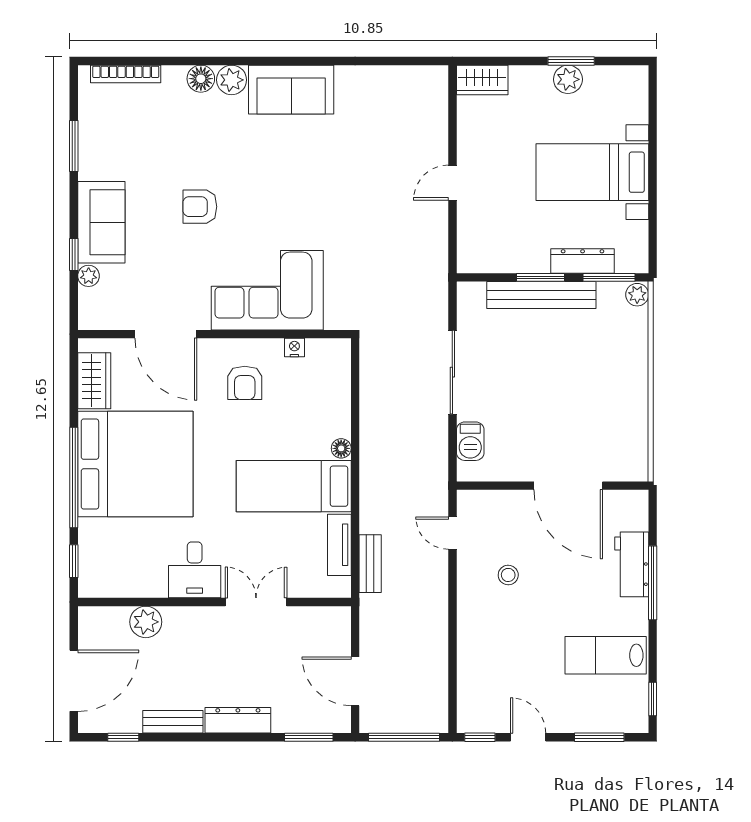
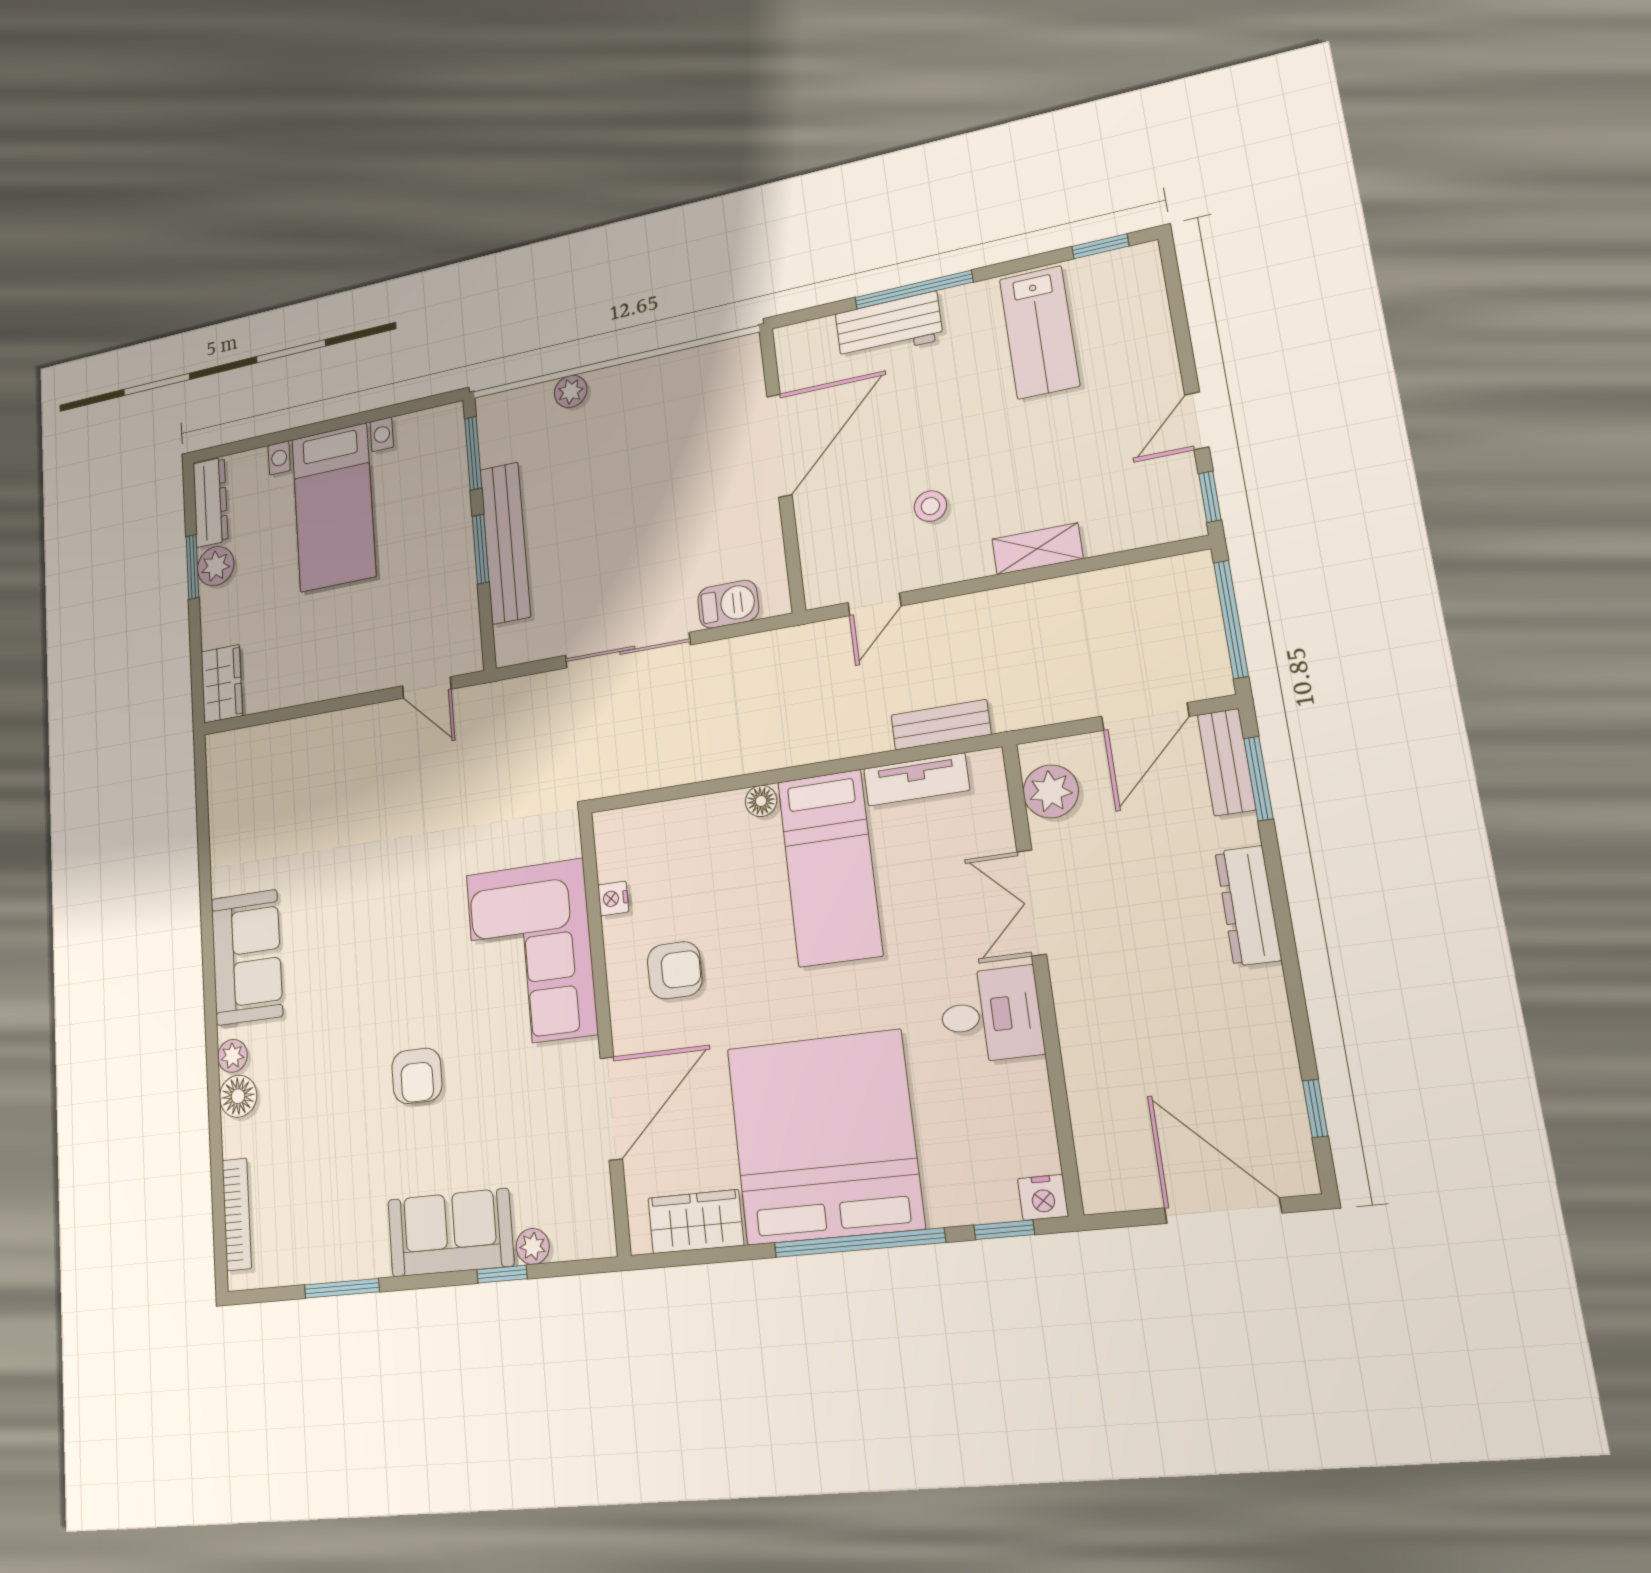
plant: (232, 80) -> (232, 1056), width x0.73, depth x0.73
door: (452, 183) -> (427, 688), moved
dresser: (583, 261) -> (210, 502), moved, turned 180
plant: (637, 295) -> (571, 391), moved
nightstand: (90, 585) -> (1043, 1197), added
plant: (146, 622) -> (1051, 791), moved
shelving: (468, 635) -> (1037, 549), added
bench: (173, 722) -> (1227, 762), moved
window: (599, 737) -> (1178, 312), removed

